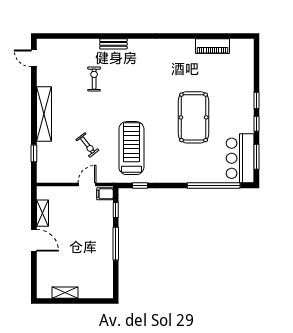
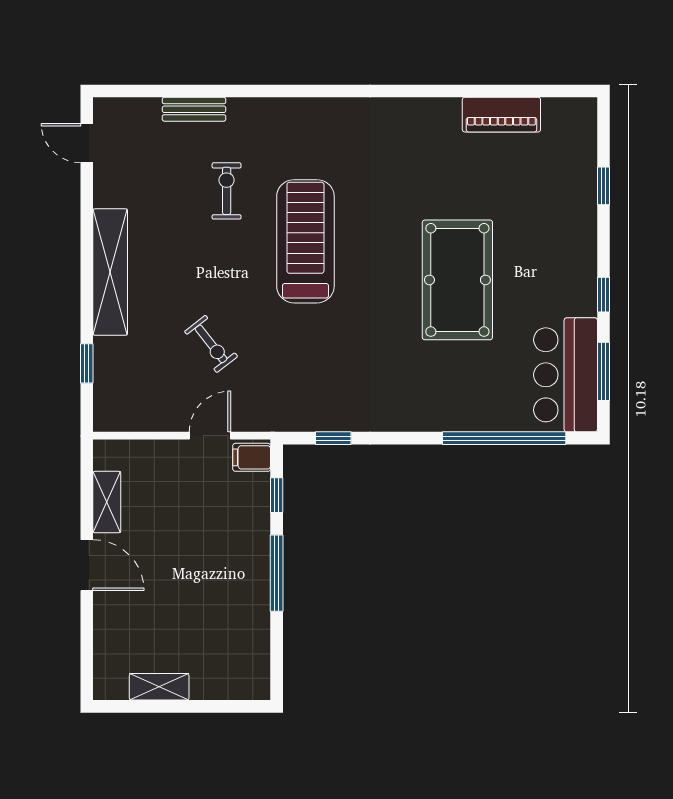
bench: (113, 44) -> (194, 109), moved
window: (256, 100) -> (603, 186), moved
treadmill: (131, 148) -> (305, 241), moved

